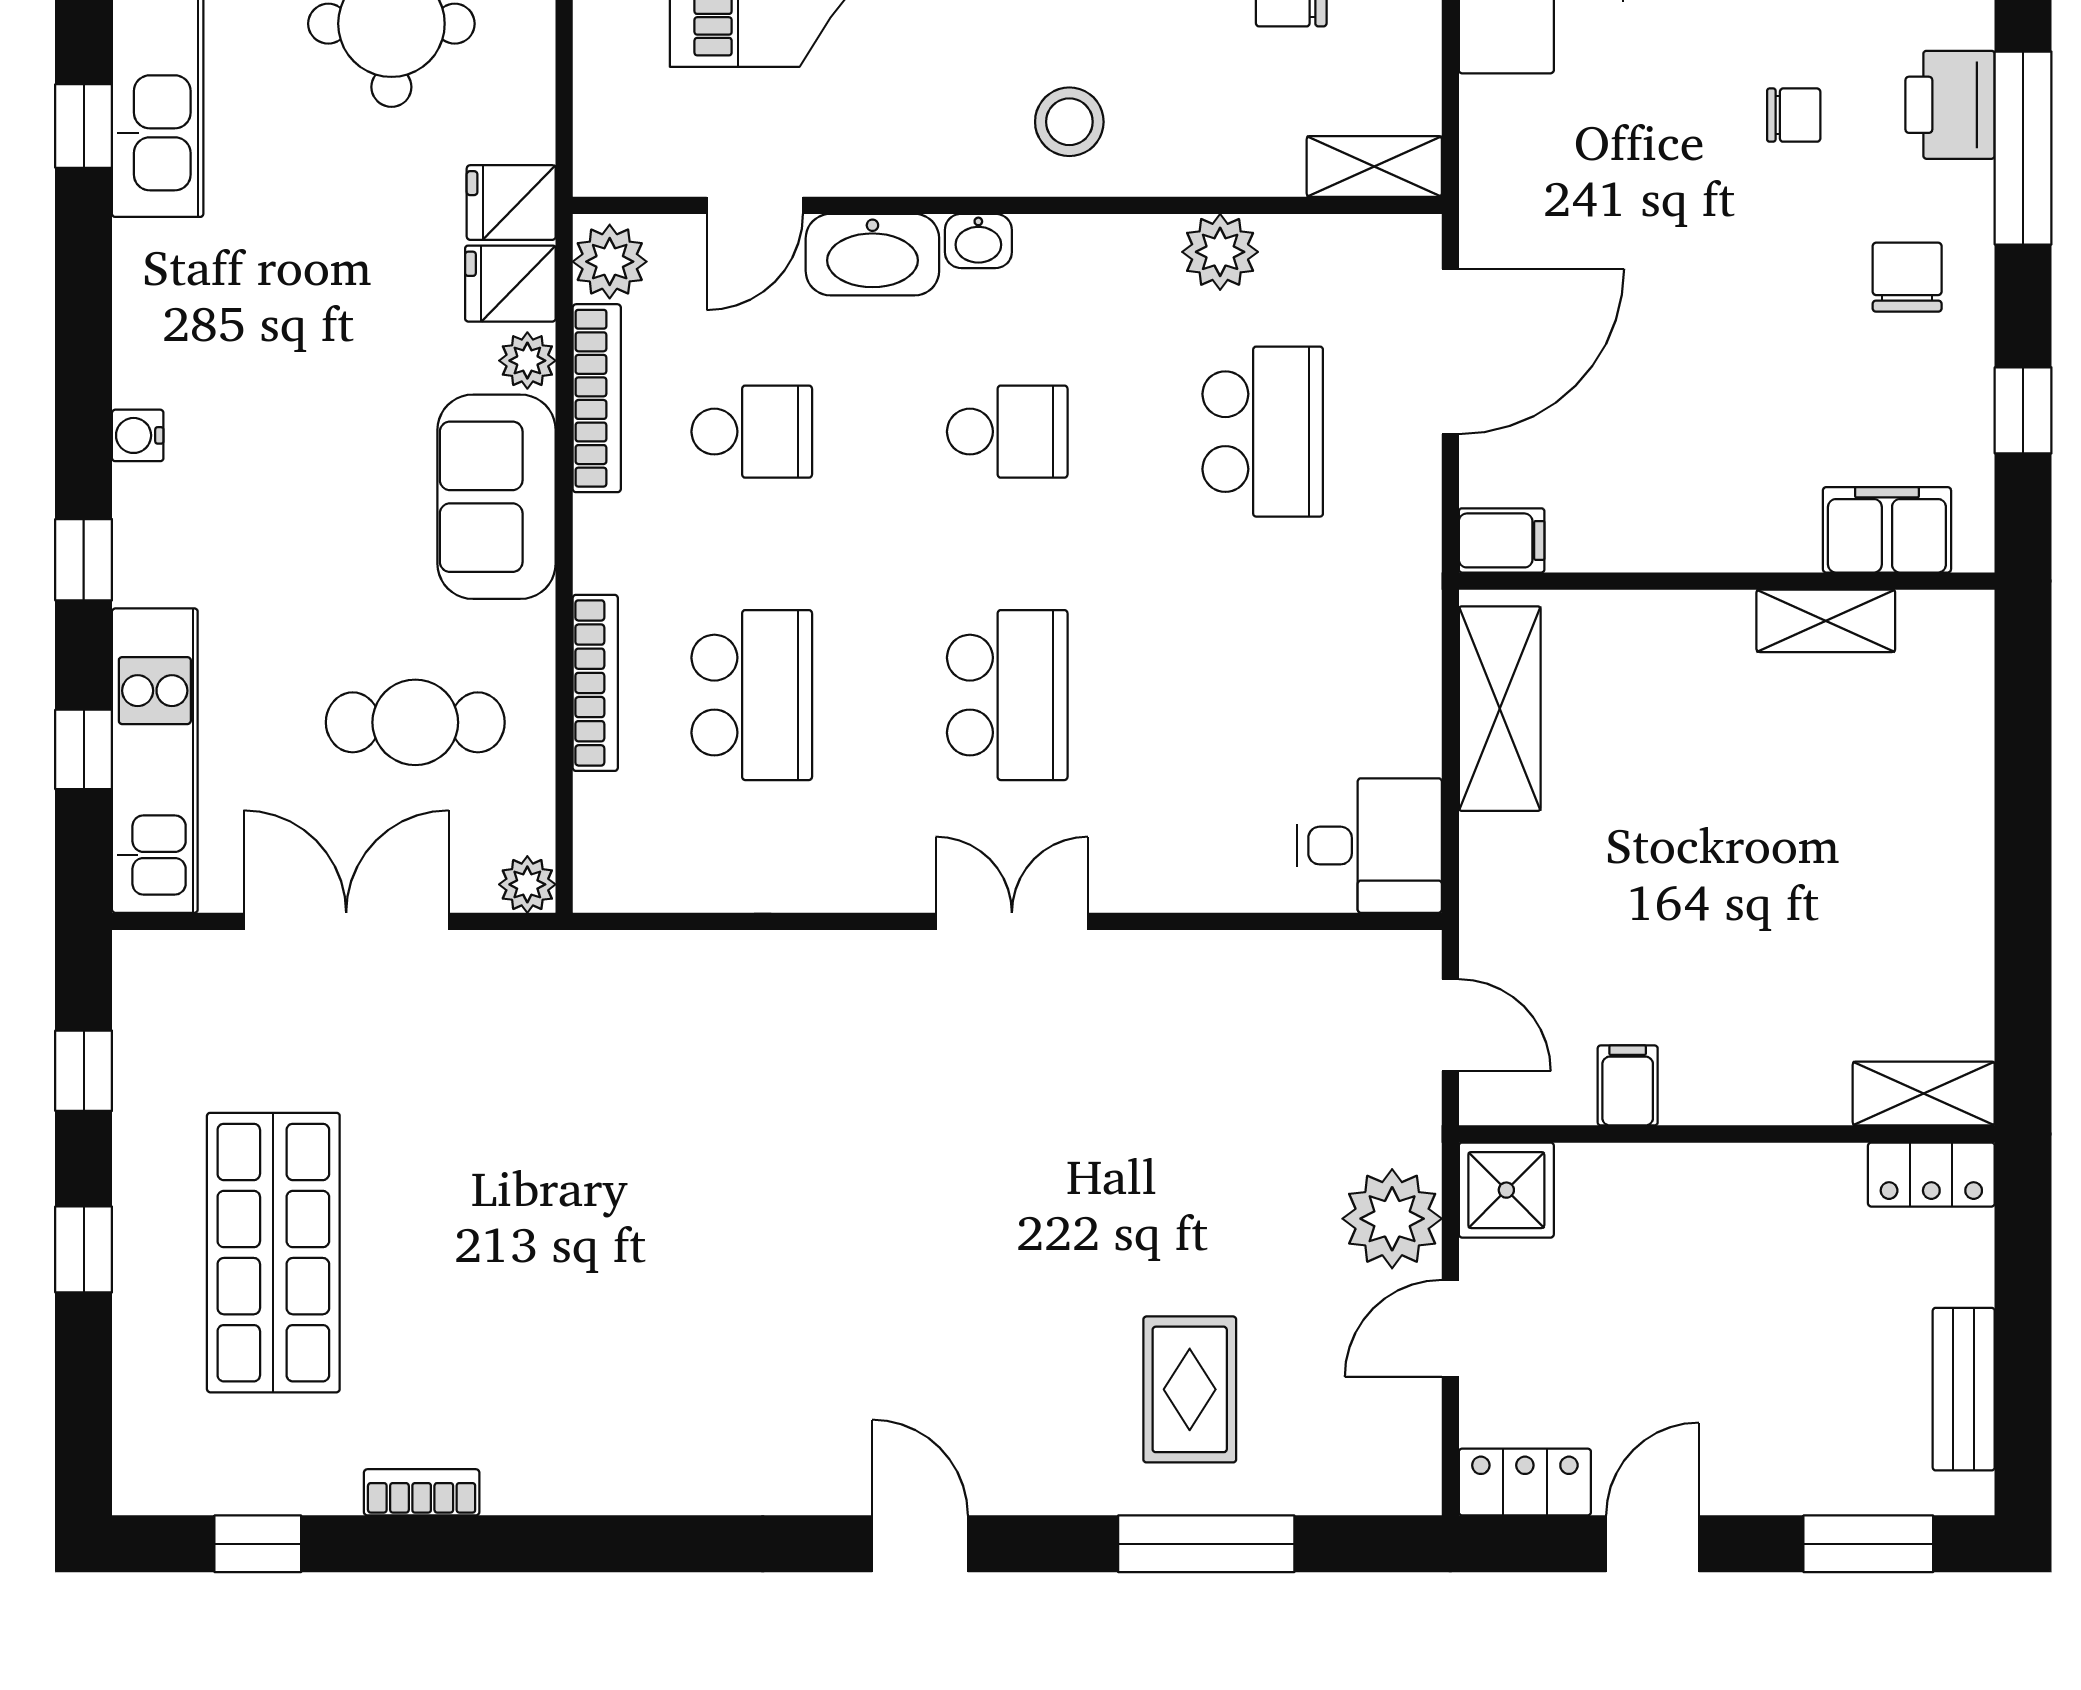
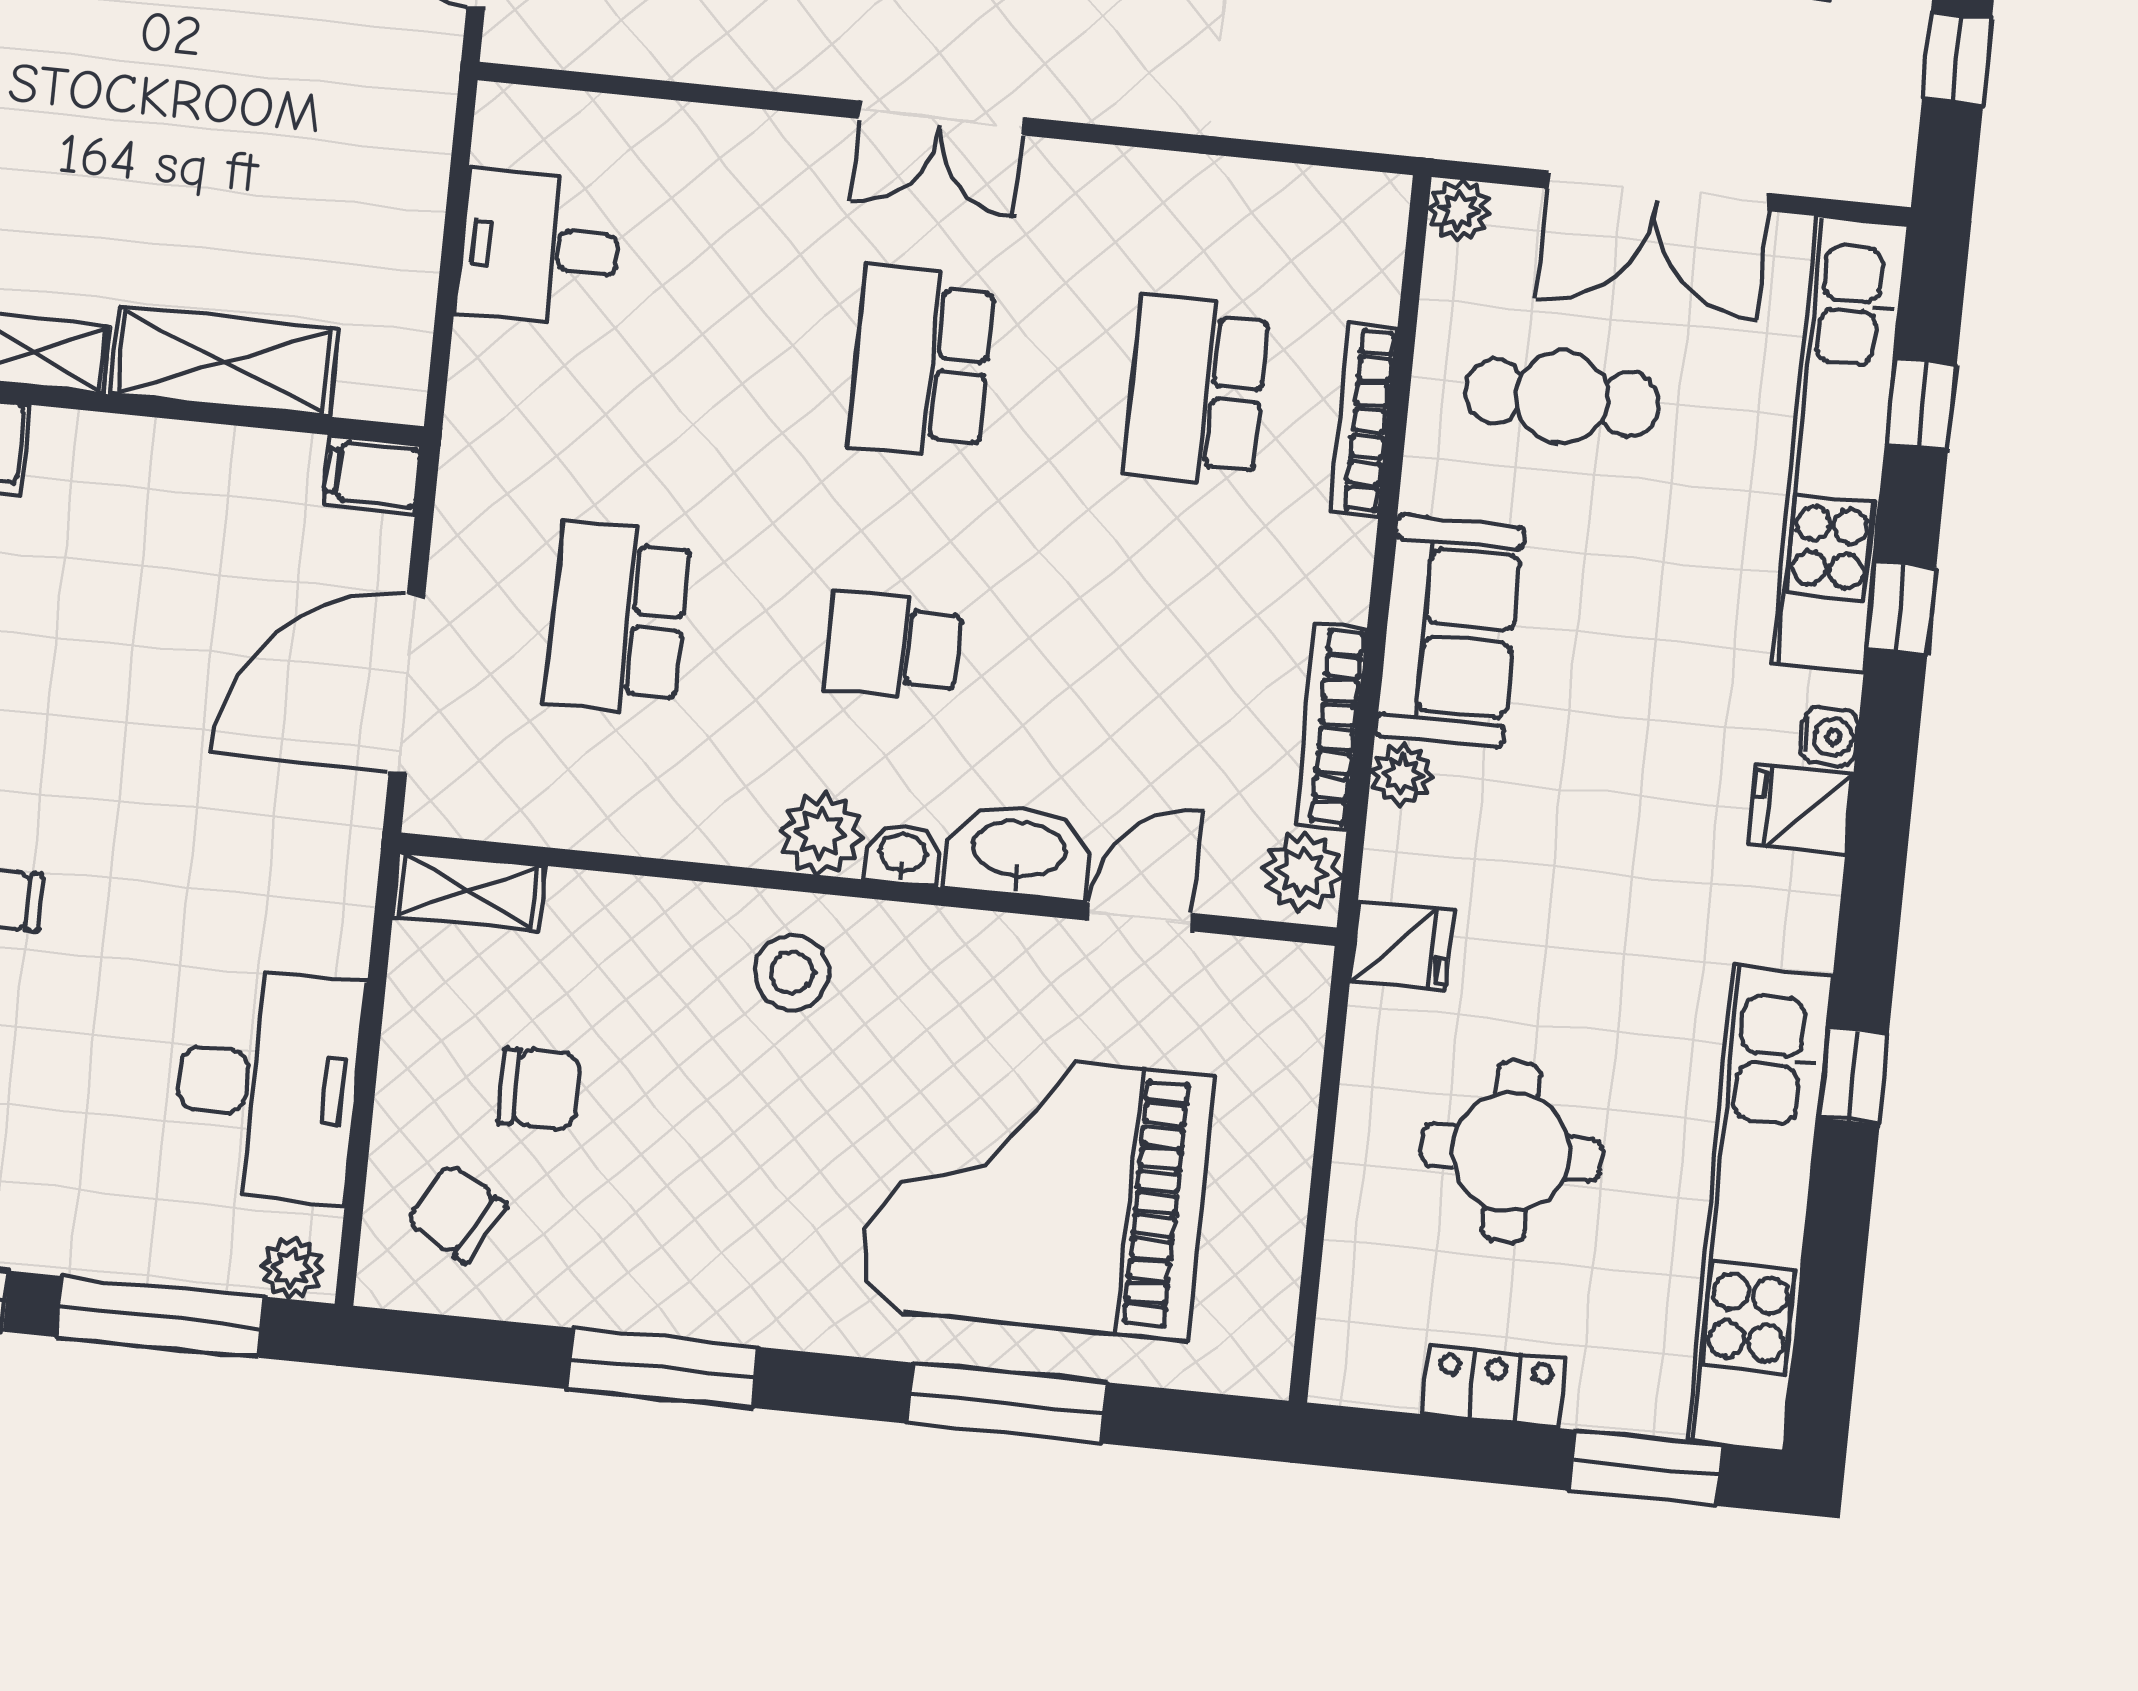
plant: (1220, 252) -> (821, 834), moved
fridge: (510, 284) -> (1801, 809), moved, turned 180
school desk: (752, 432) -> (1168, 674), removed
shelving: (1500, 709) -> (224, 361), moved, turned 90
kitchen unit: (155, 761) -> (1840, 444), width x1.36
desk: (1369, 846) -> (539, 248), moved

